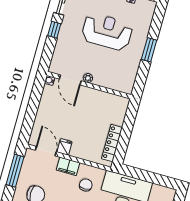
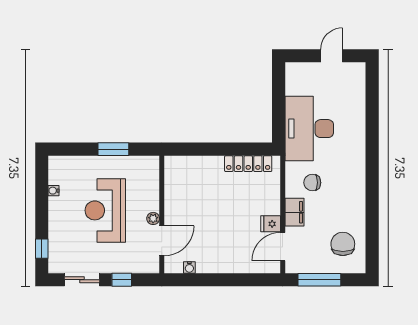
plant: (88, 78) -> (153, 218), moved
door: (70, 80) -> (162, 241), moved
wall: (89, 85) -> (162, 214), moved

